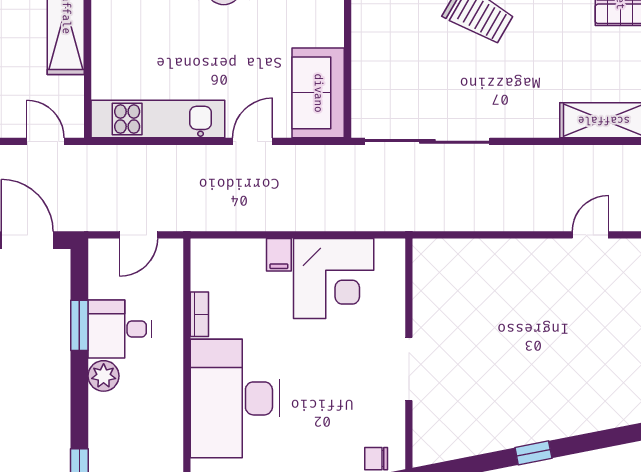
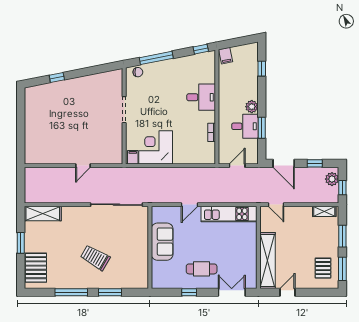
sofa: (318, 93) -> (162, 242), moved
door: (590, 235) -> (83, 166), moved
filing cabinet: (279, 255) -> (133, 157), moved
desk: (235, 398) -> (201, 97), width x0.53, depth x0.77
window: (533, 453) -> (57, 78), moved

